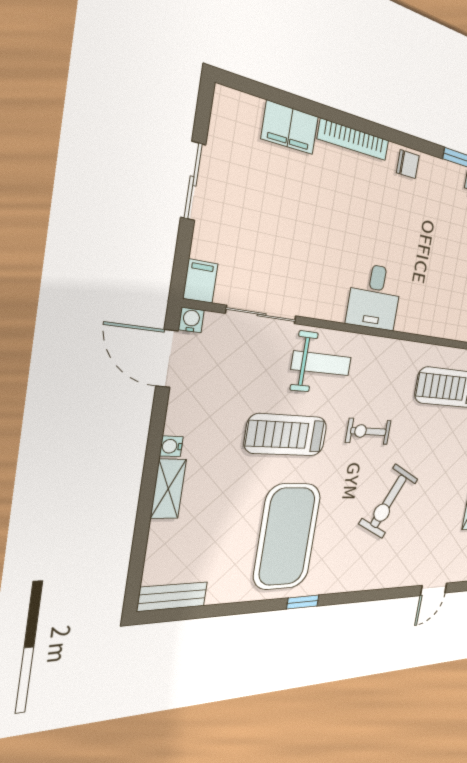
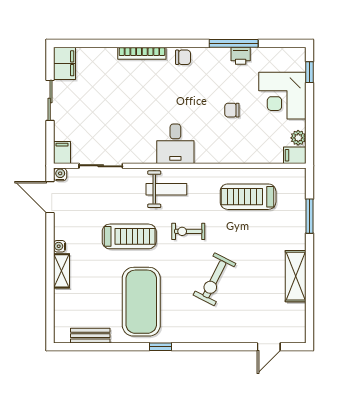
filing cabinet: (290, 128) -> (65, 63), moved, turned -90
chair: (452, 261) -> (232, 110), added
weight bench: (321, 363) -> (166, 189), moved
treadmill: (286, 435) -> (129, 236), turned 180
bench: (173, 597) -> (90, 336), moved

